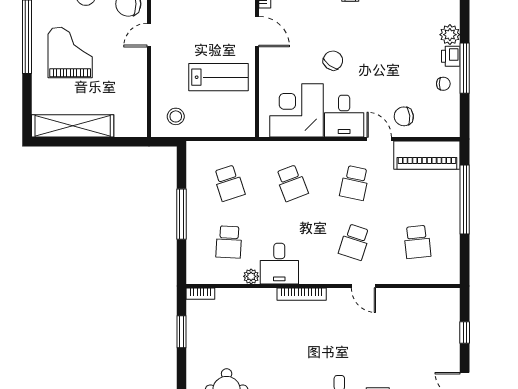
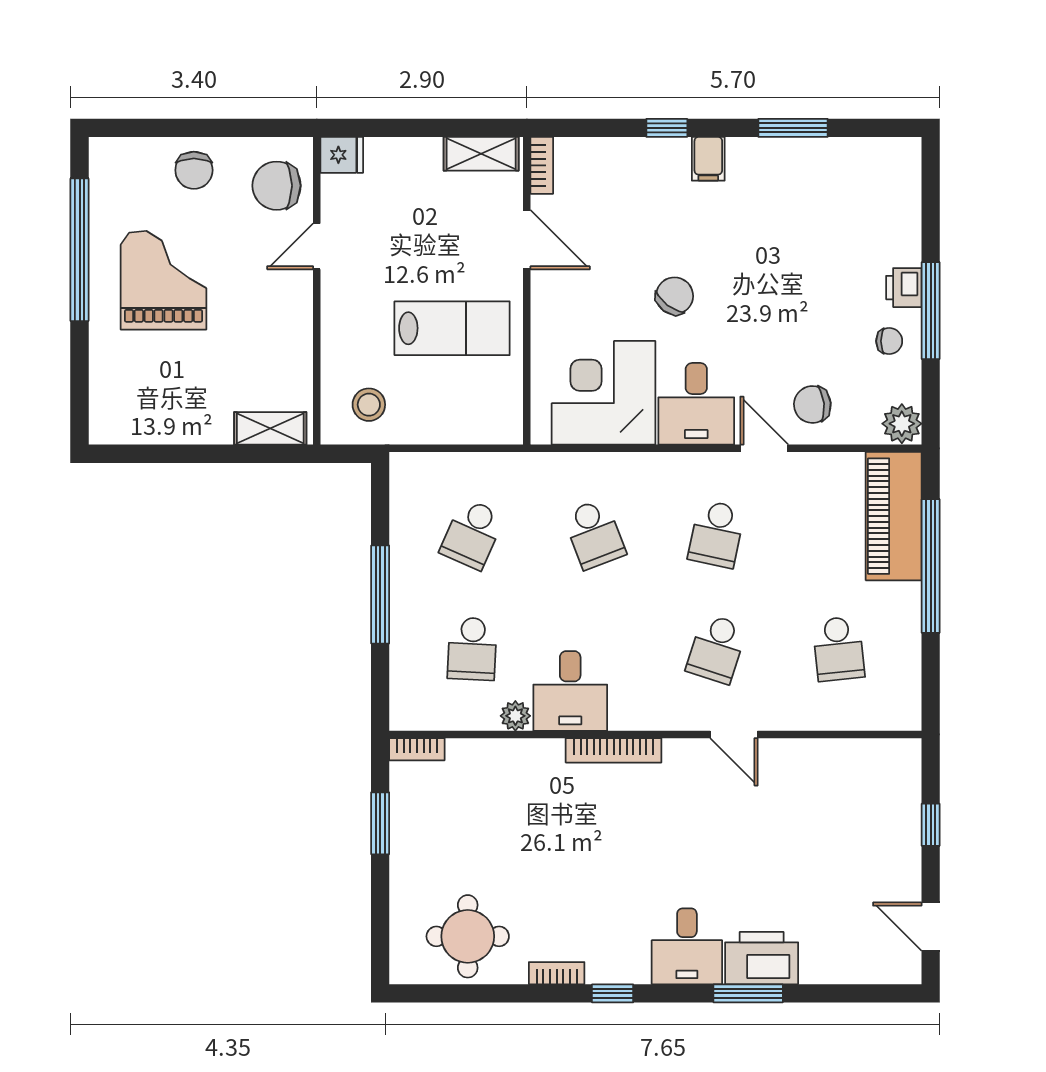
plant: (450, 35) -> (902, 424), moved
shelving: (73, 126) -> (270, 428), moved, width x0.45, depth x0.75
piano: (427, 155) -> (894, 516), moved, turned 90
school desk: (229, 183) -> (472, 534), turned 42

